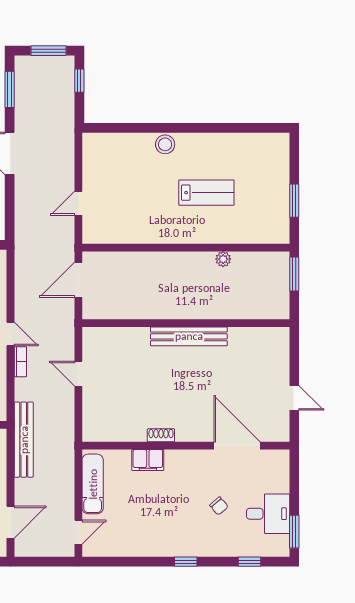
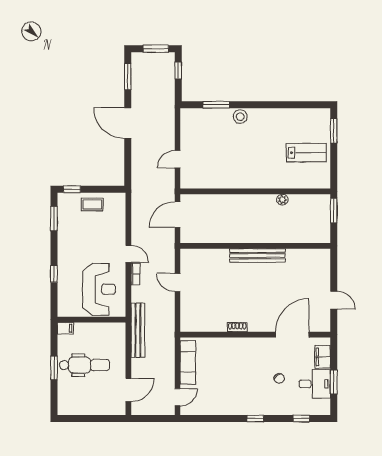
window: (132, 128) -> (216, 105), added
lab bench: (206, 193) -> (306, 153), moved
window: (294, 201) -> (334, 131), moved
door: (237, 446) -> (292, 335), hinge flipped
filing cabinet: (148, 460) -> (323, 357), moved, turned 90
window: (294, 532) -> (334, 382), moved

